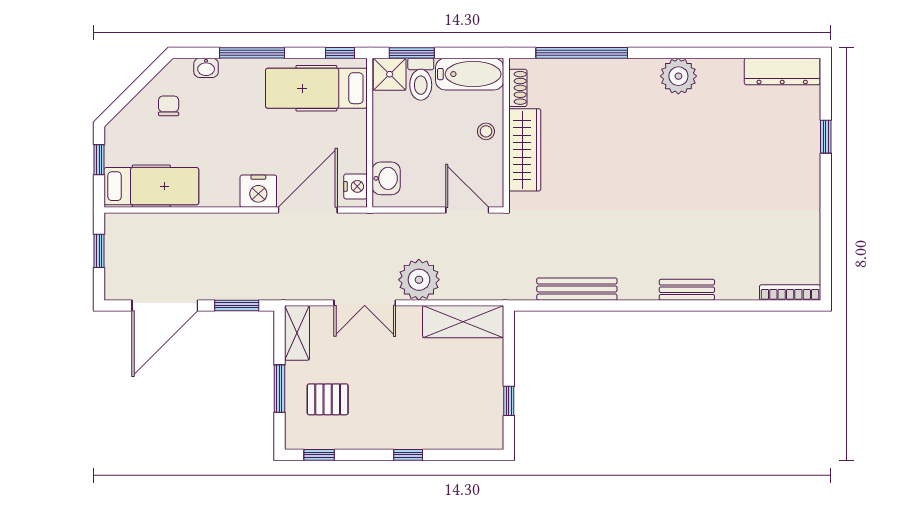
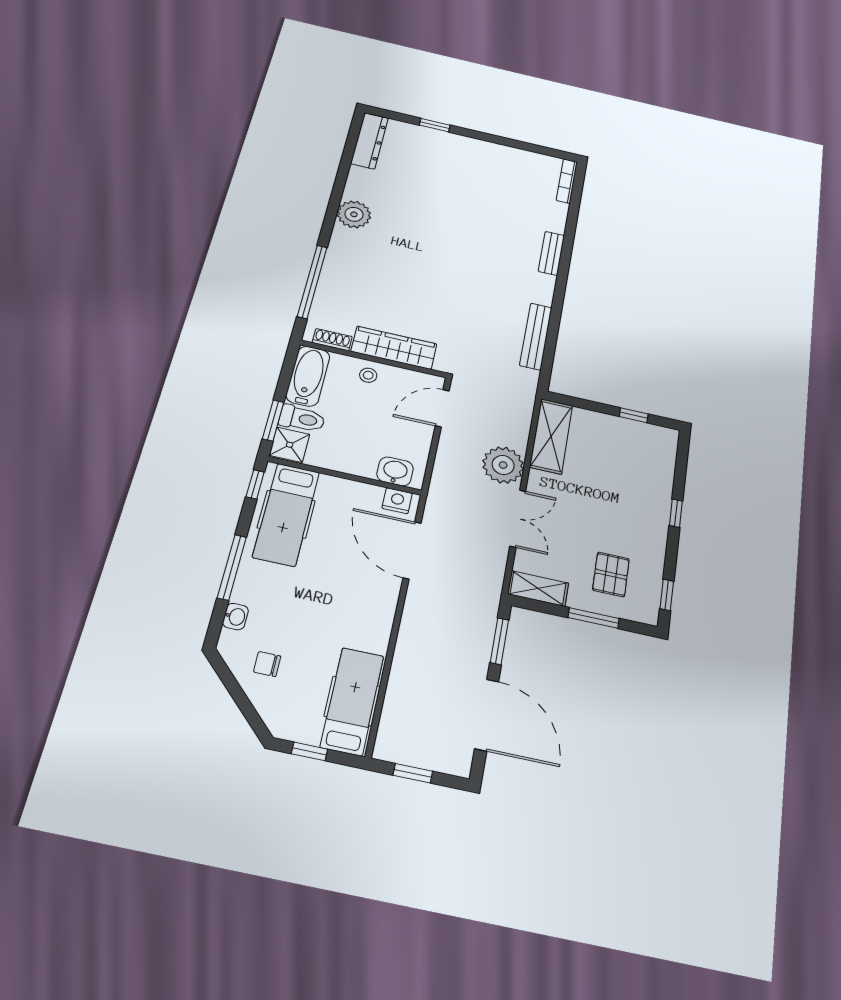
nightstand: (258, 191) -> (382, 593), removed

